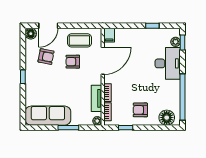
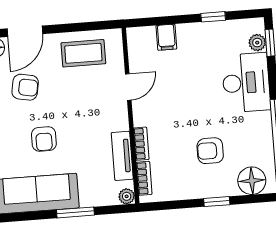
filing cabinet: (109, 35) -> (166, 37), moved
door: (103, 61) -> (128, 87), width x0.53
armchair: (73, 62) -> (44, 139), moved, turned -90
armchair: (140, 110) -> (210, 151), moved
window: (126, 128) -> (217, 202), moved

